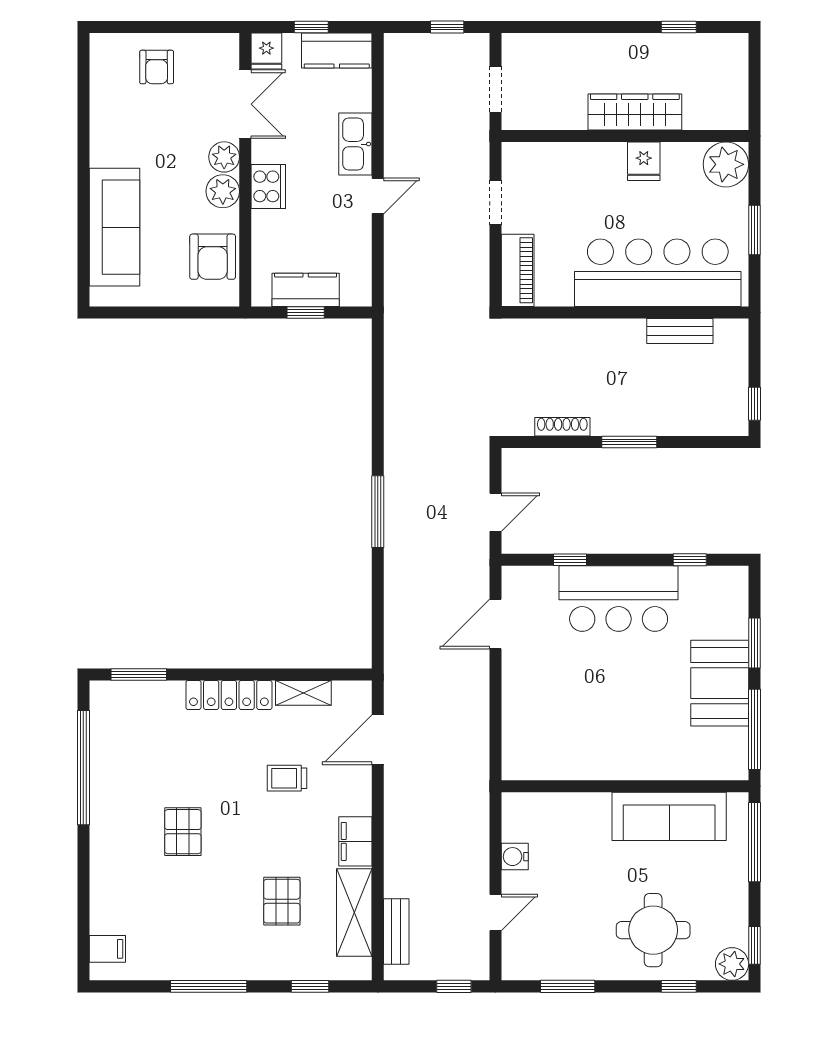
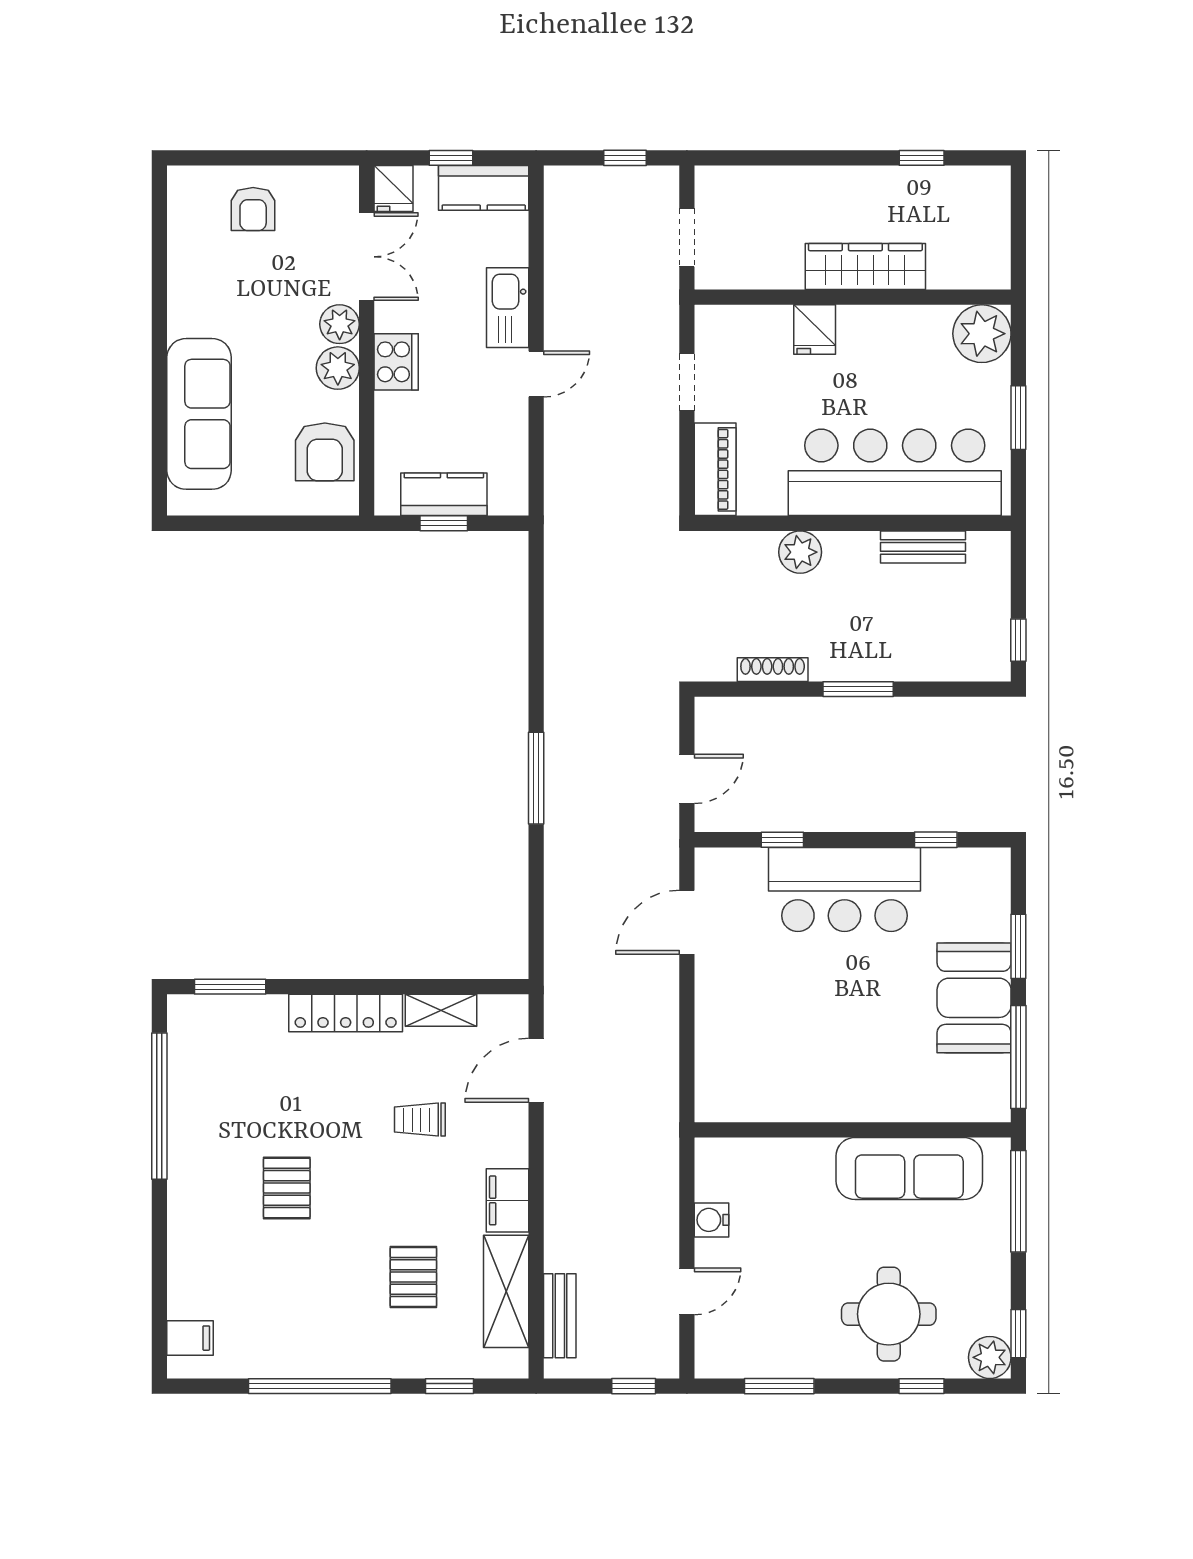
fridge: (644, 161) -> (815, 330), moved
plant: (584, 335) -> (800, 552), added
window: (209, 986) -> (320, 1386), width x1.46

